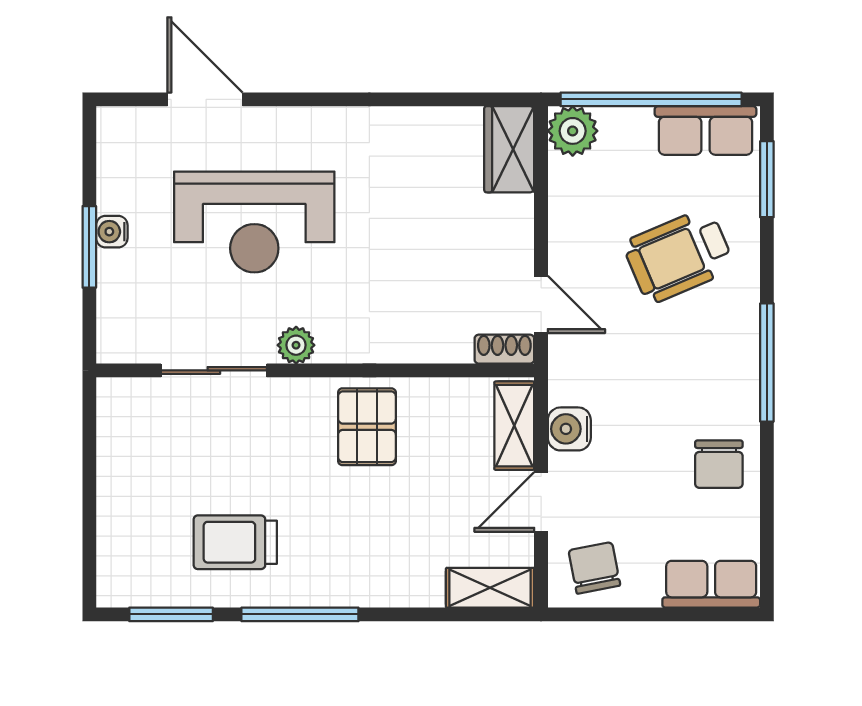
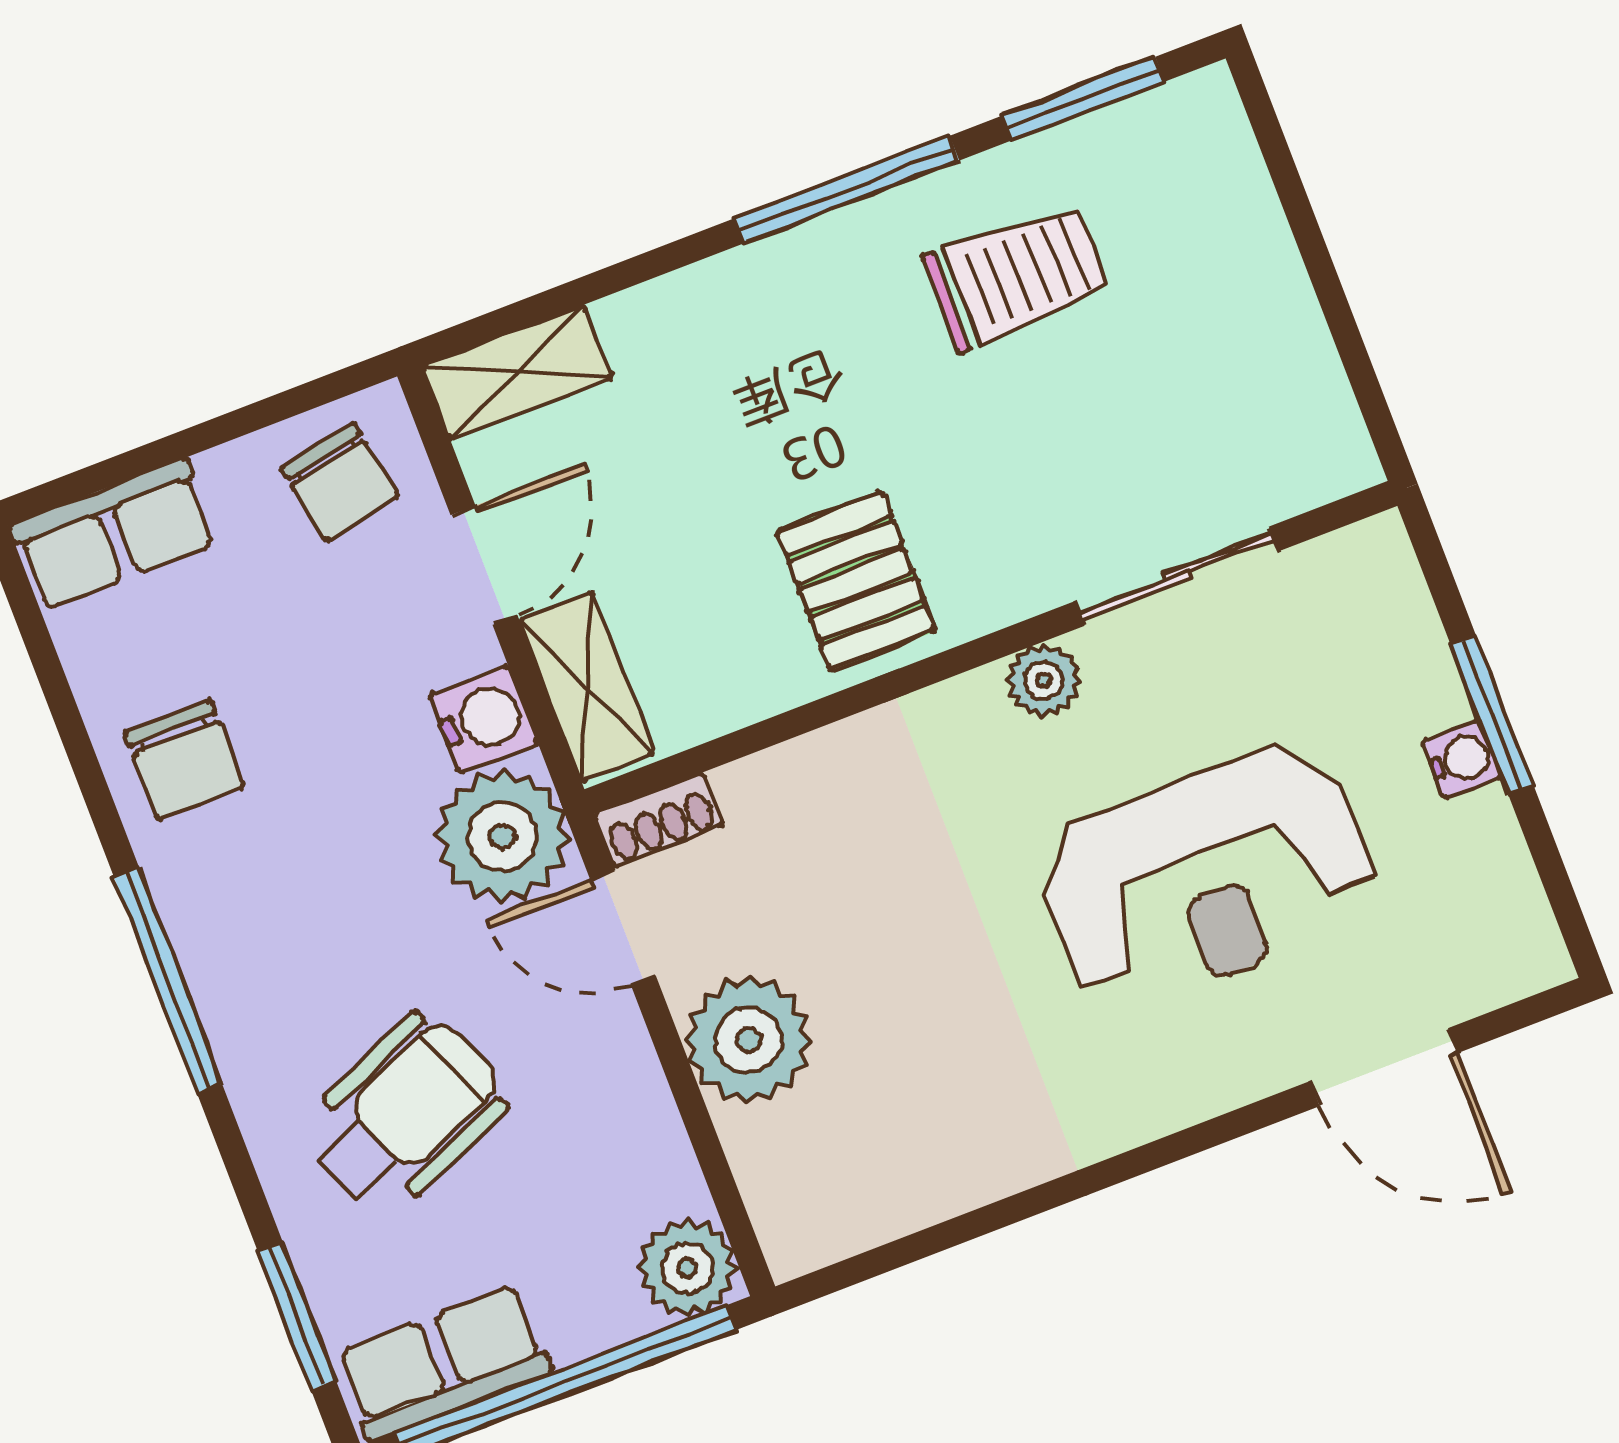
wardrobe: (509, 149) -> (791, 1190), removed
reception desk: (254, 222) -> (1207, 877), turned 180
plant: (502, 228) -> (748, 1040), added
plant: (582, 370) -> (502, 836), added
chair: (719, 464) -> (184, 760), turned 180

